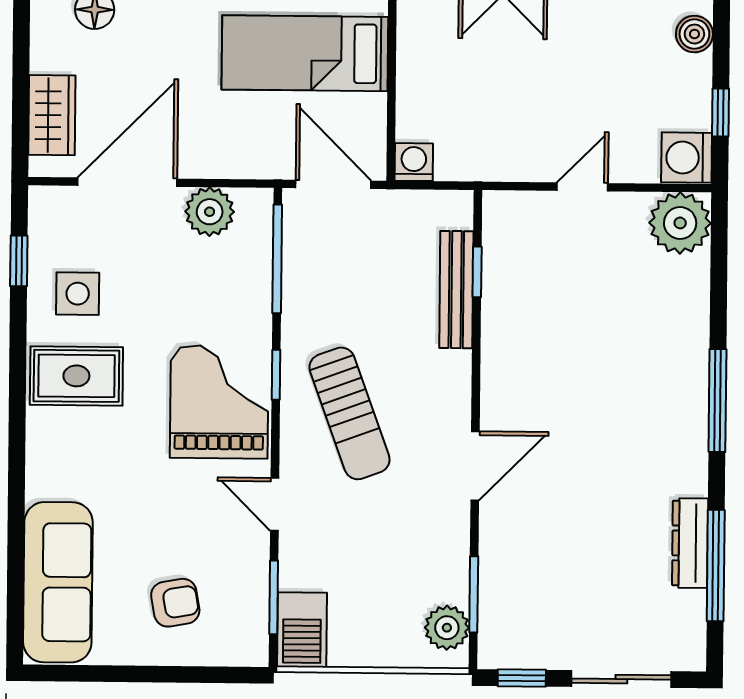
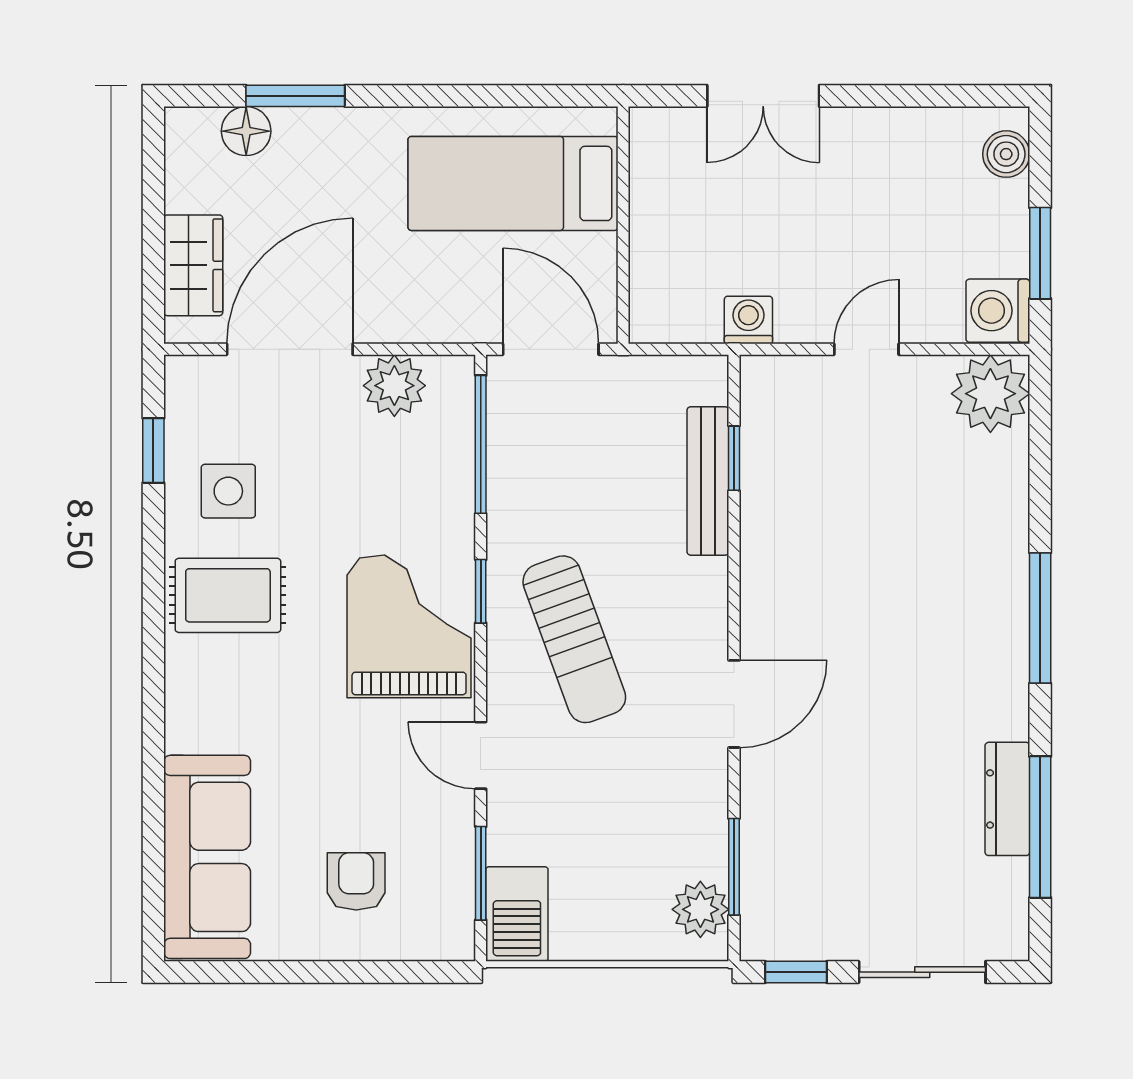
window: (720, 112) -> (1040, 253), width x1.50
washing machine: (414, 162) -> (748, 320), moved
armchair: (175, 603) -> (356, 881), turned -80

